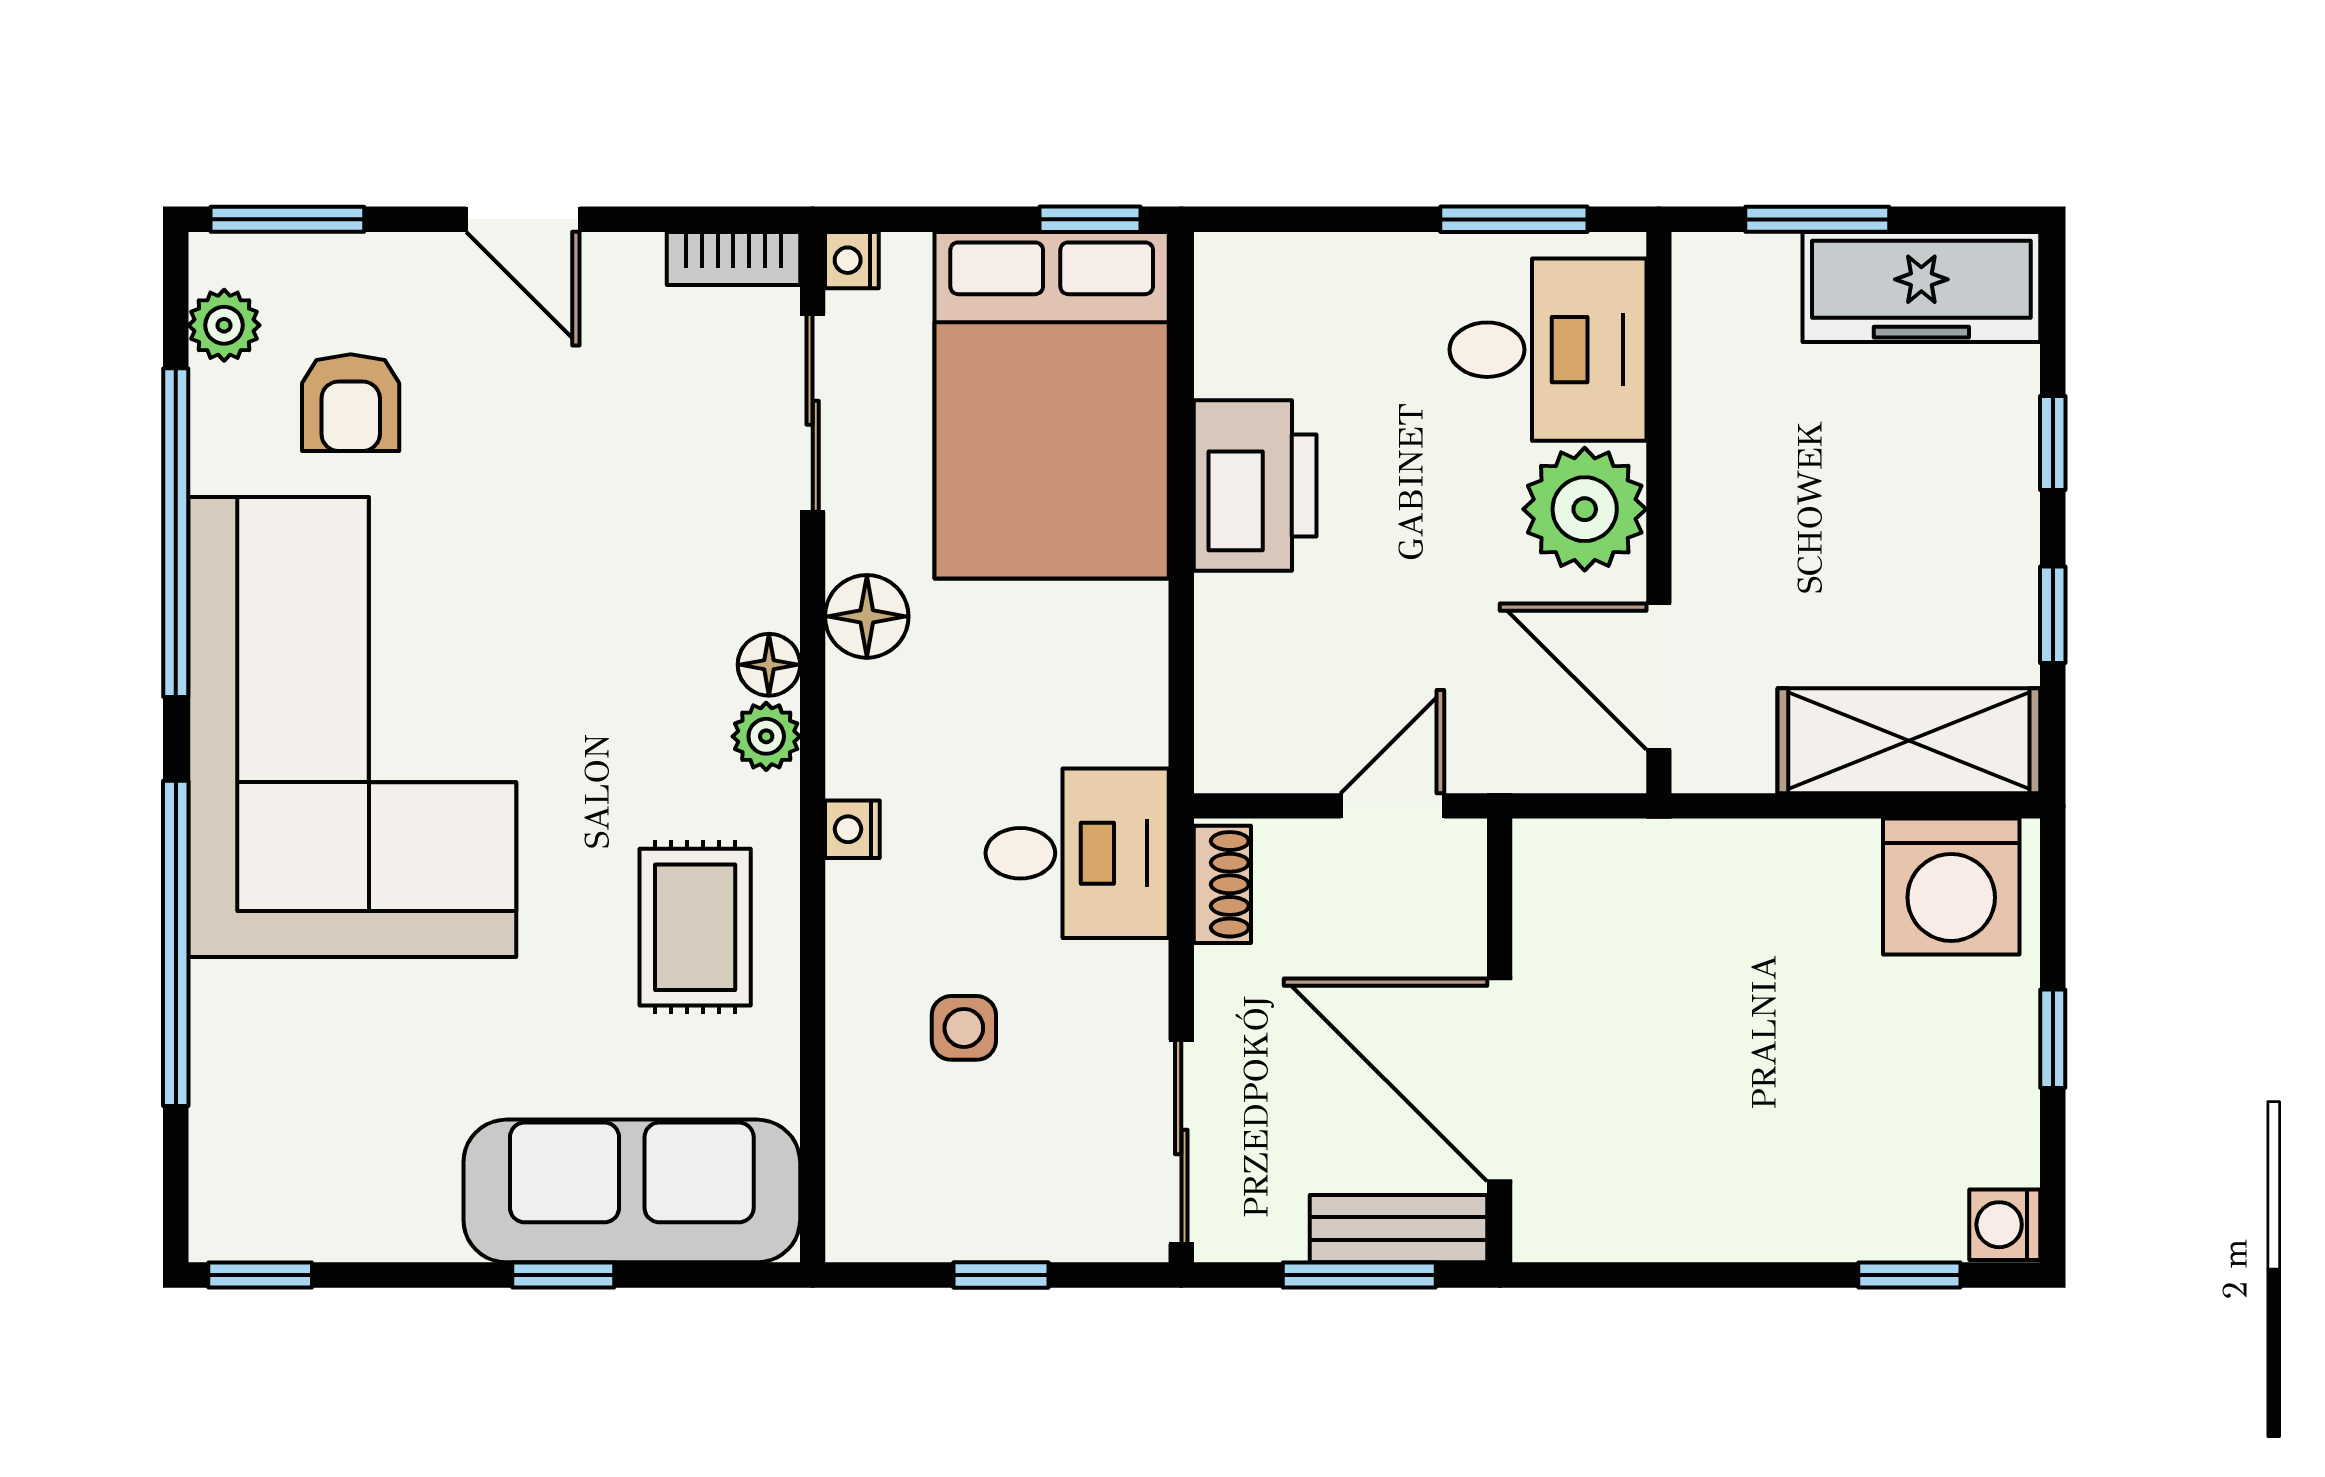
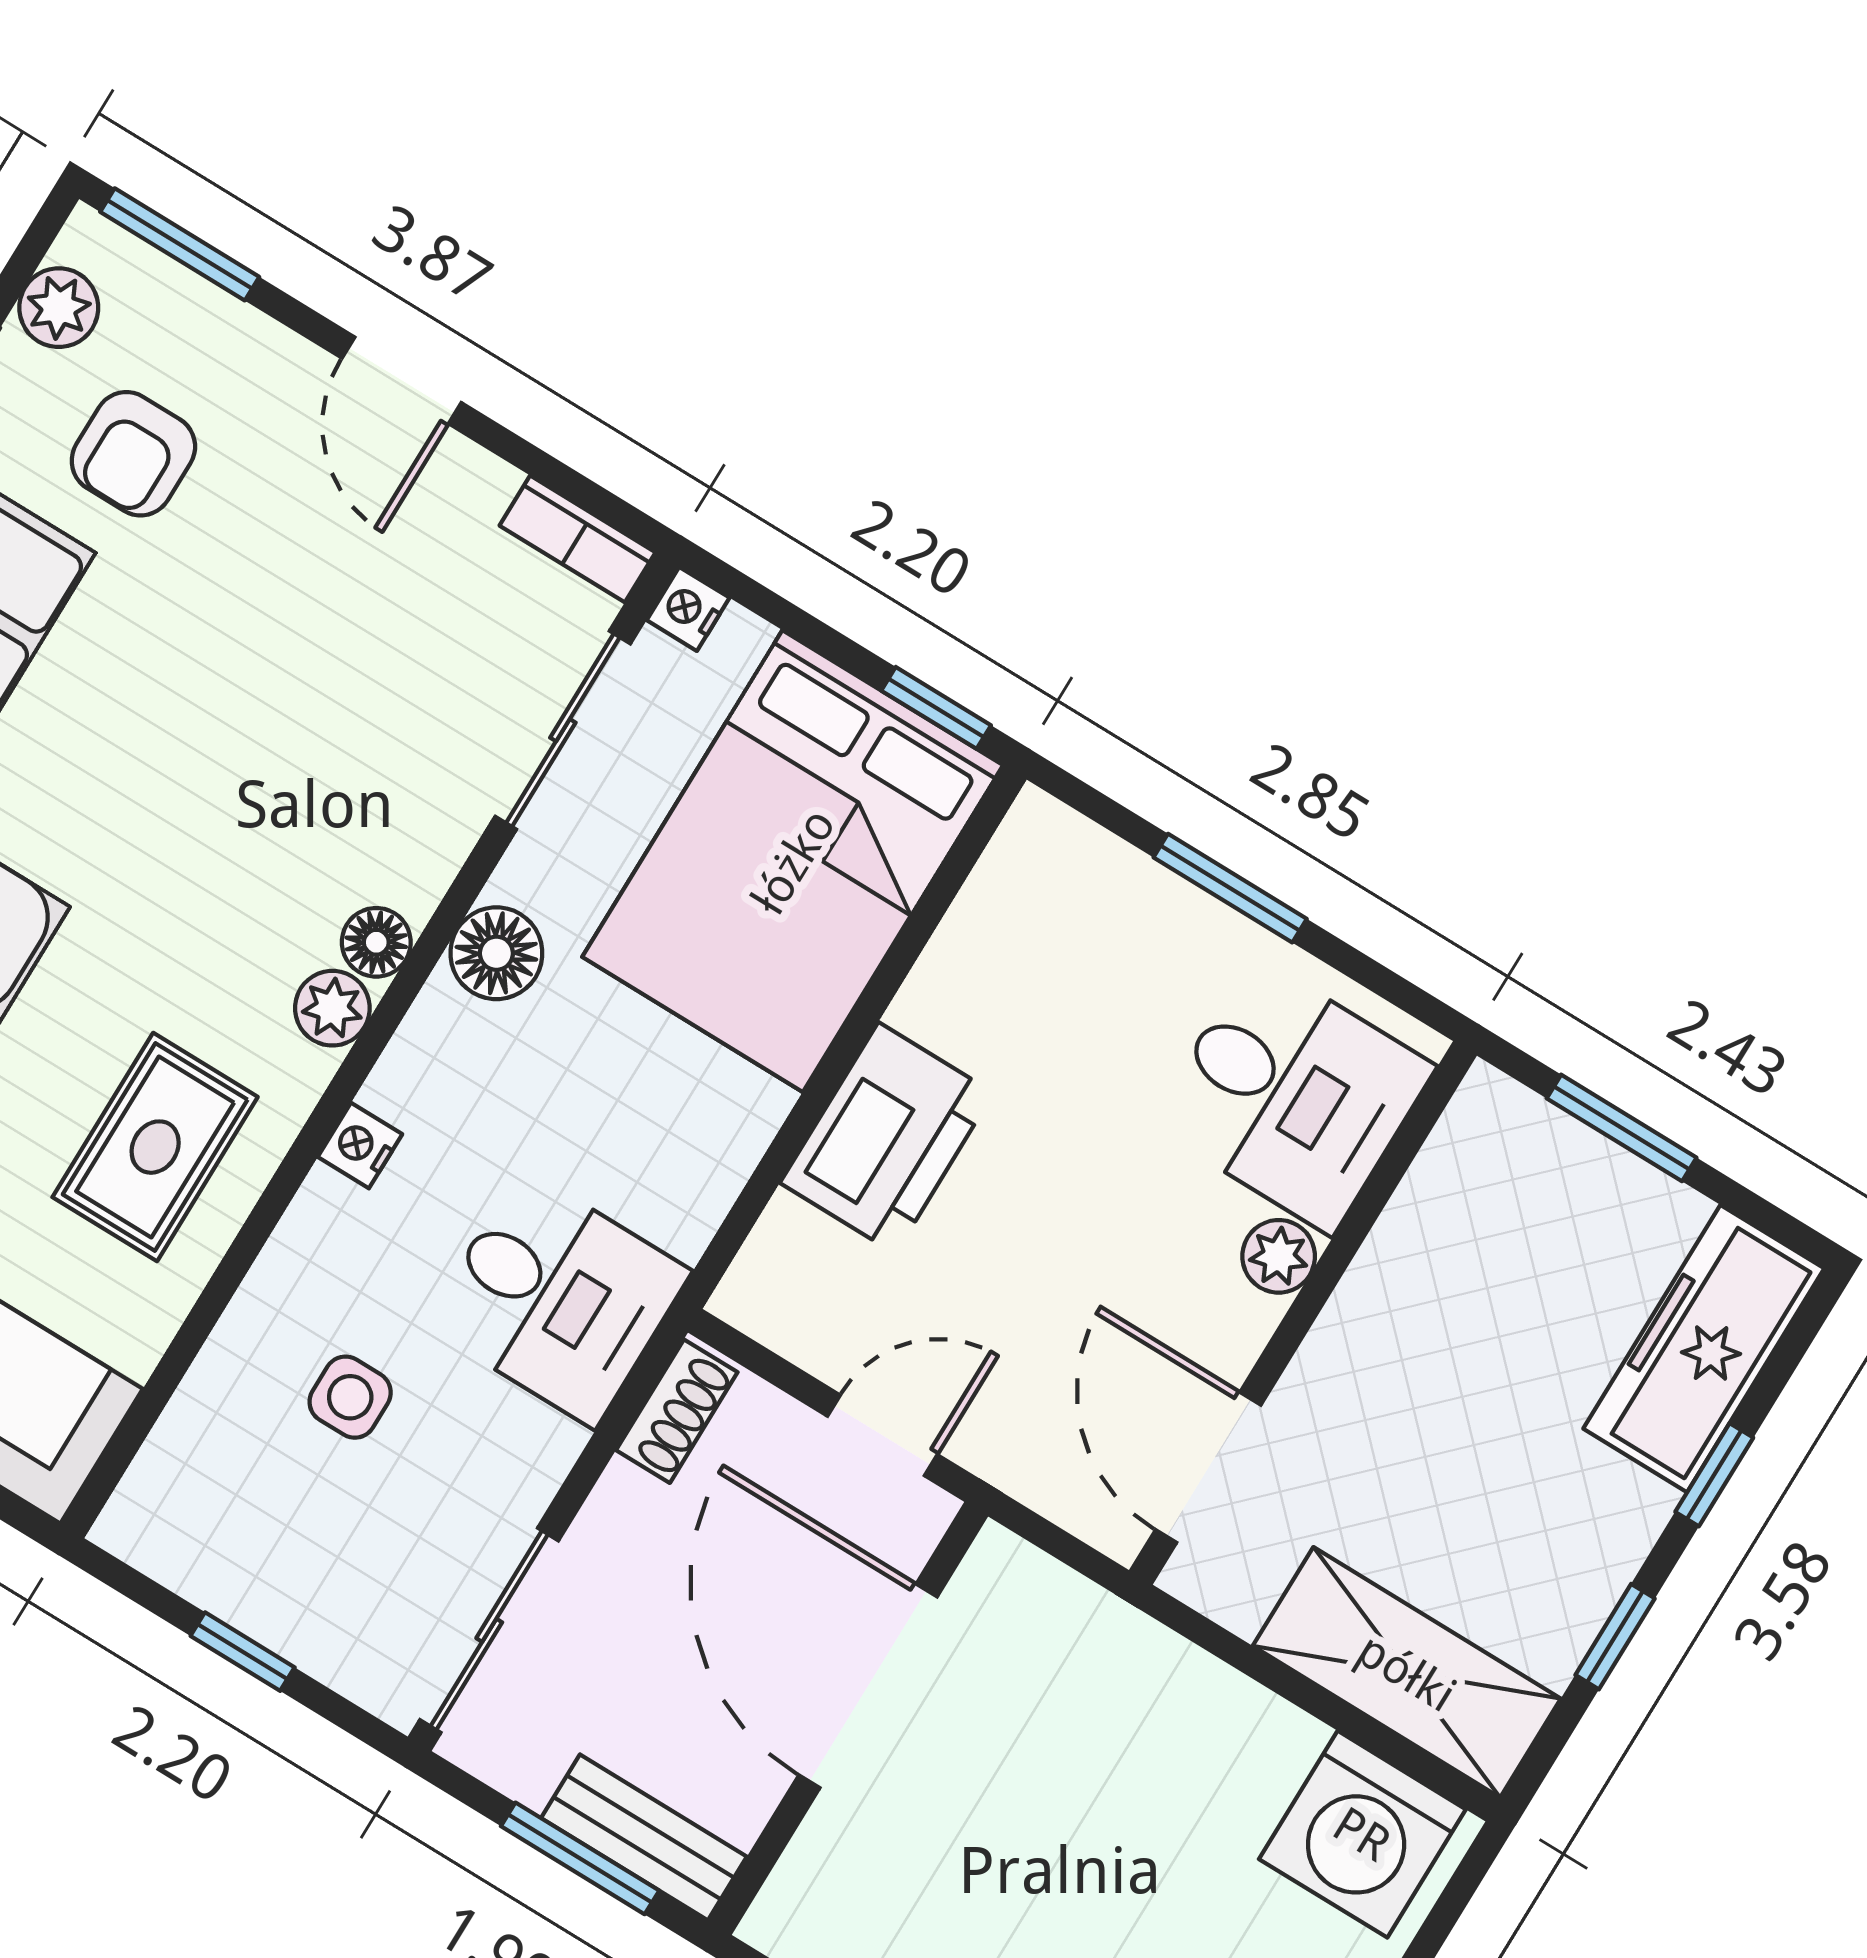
window: (1514, 219) -> (1230, 888), moved
freezer: (1921, 287) -> (1704, 1349), moved, turned 90
printer: (1255, 486) -> (887, 1138), moved
plant: (1585, 509) -> (1279, 1256), width x0.53, depth x0.53
door: (1500, 1080) -> (868, 1686), moved

